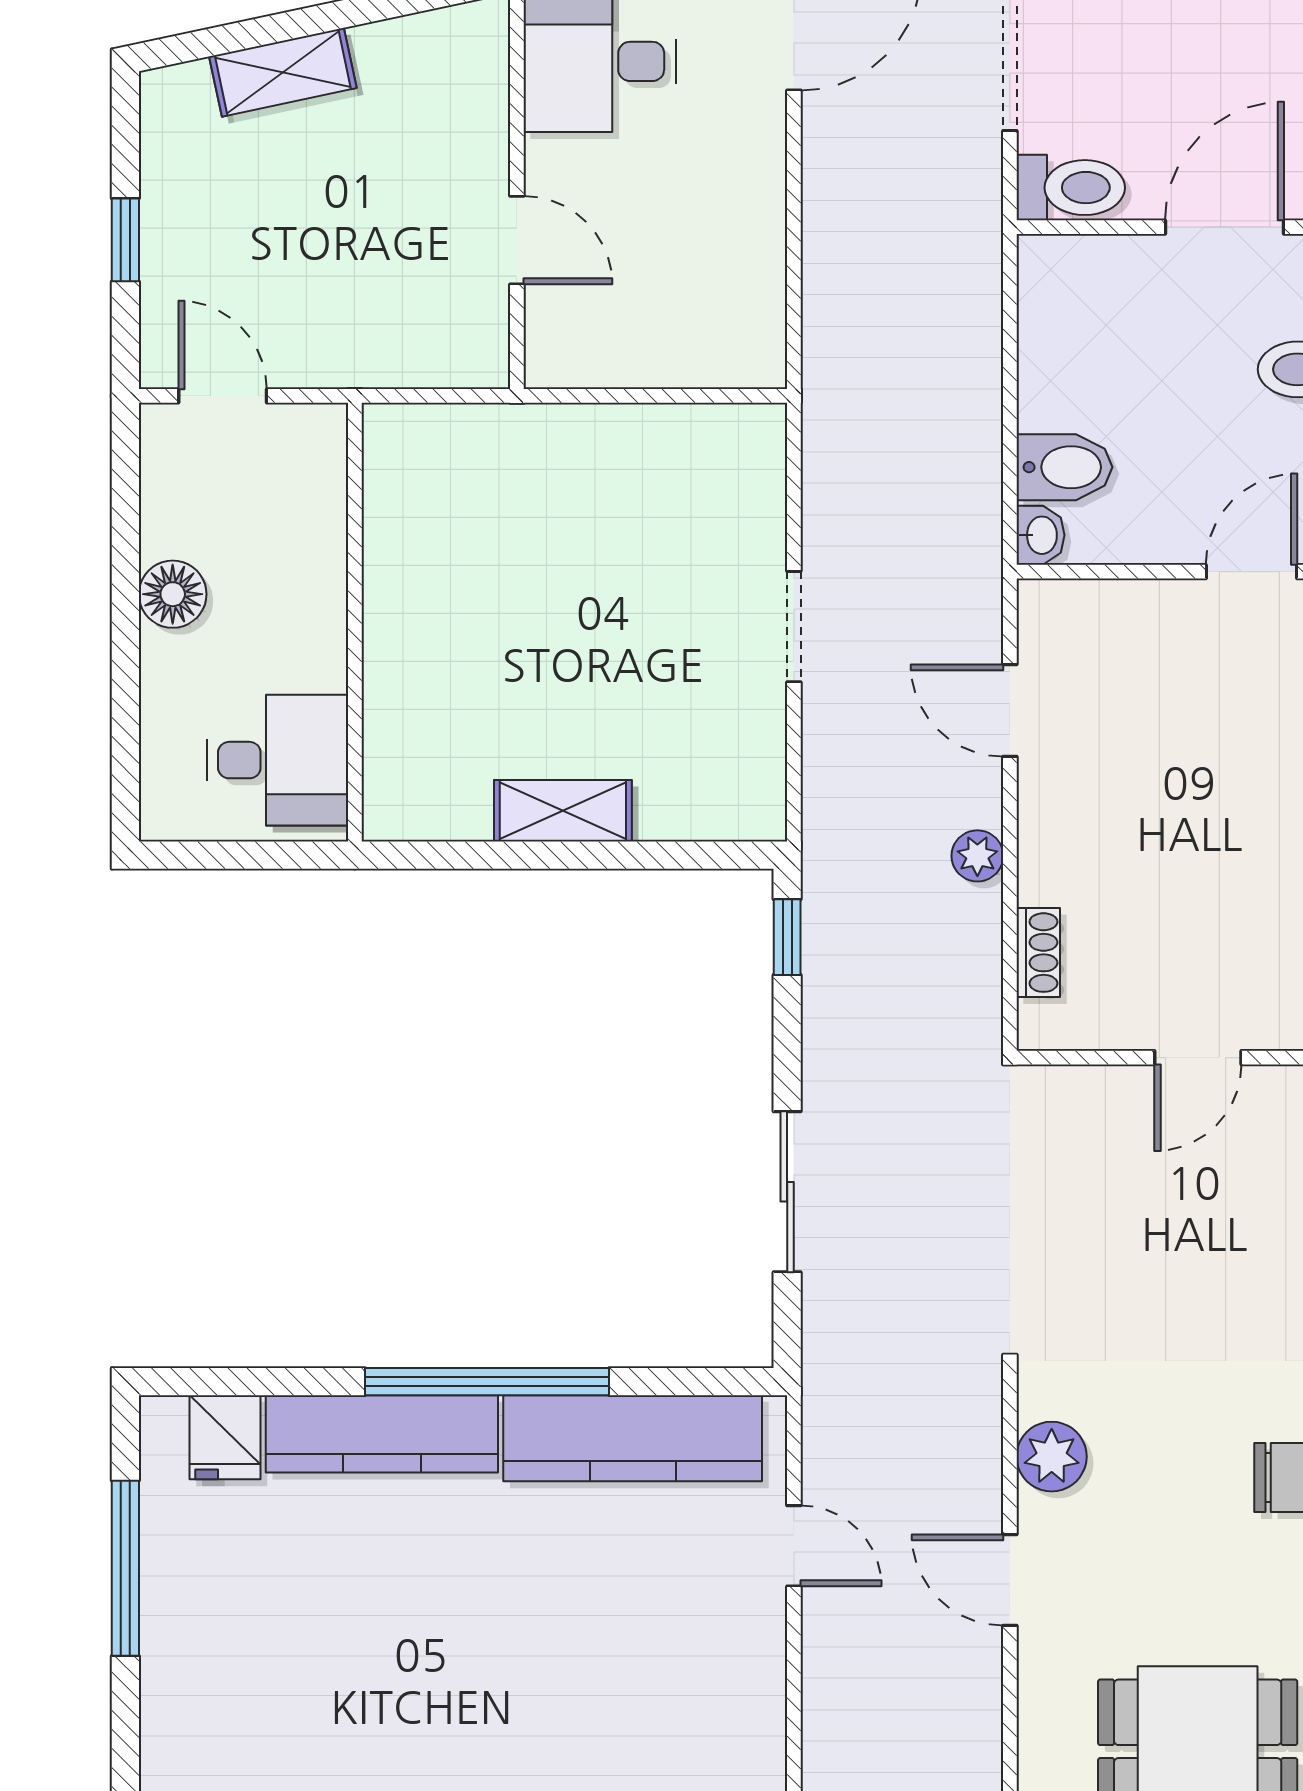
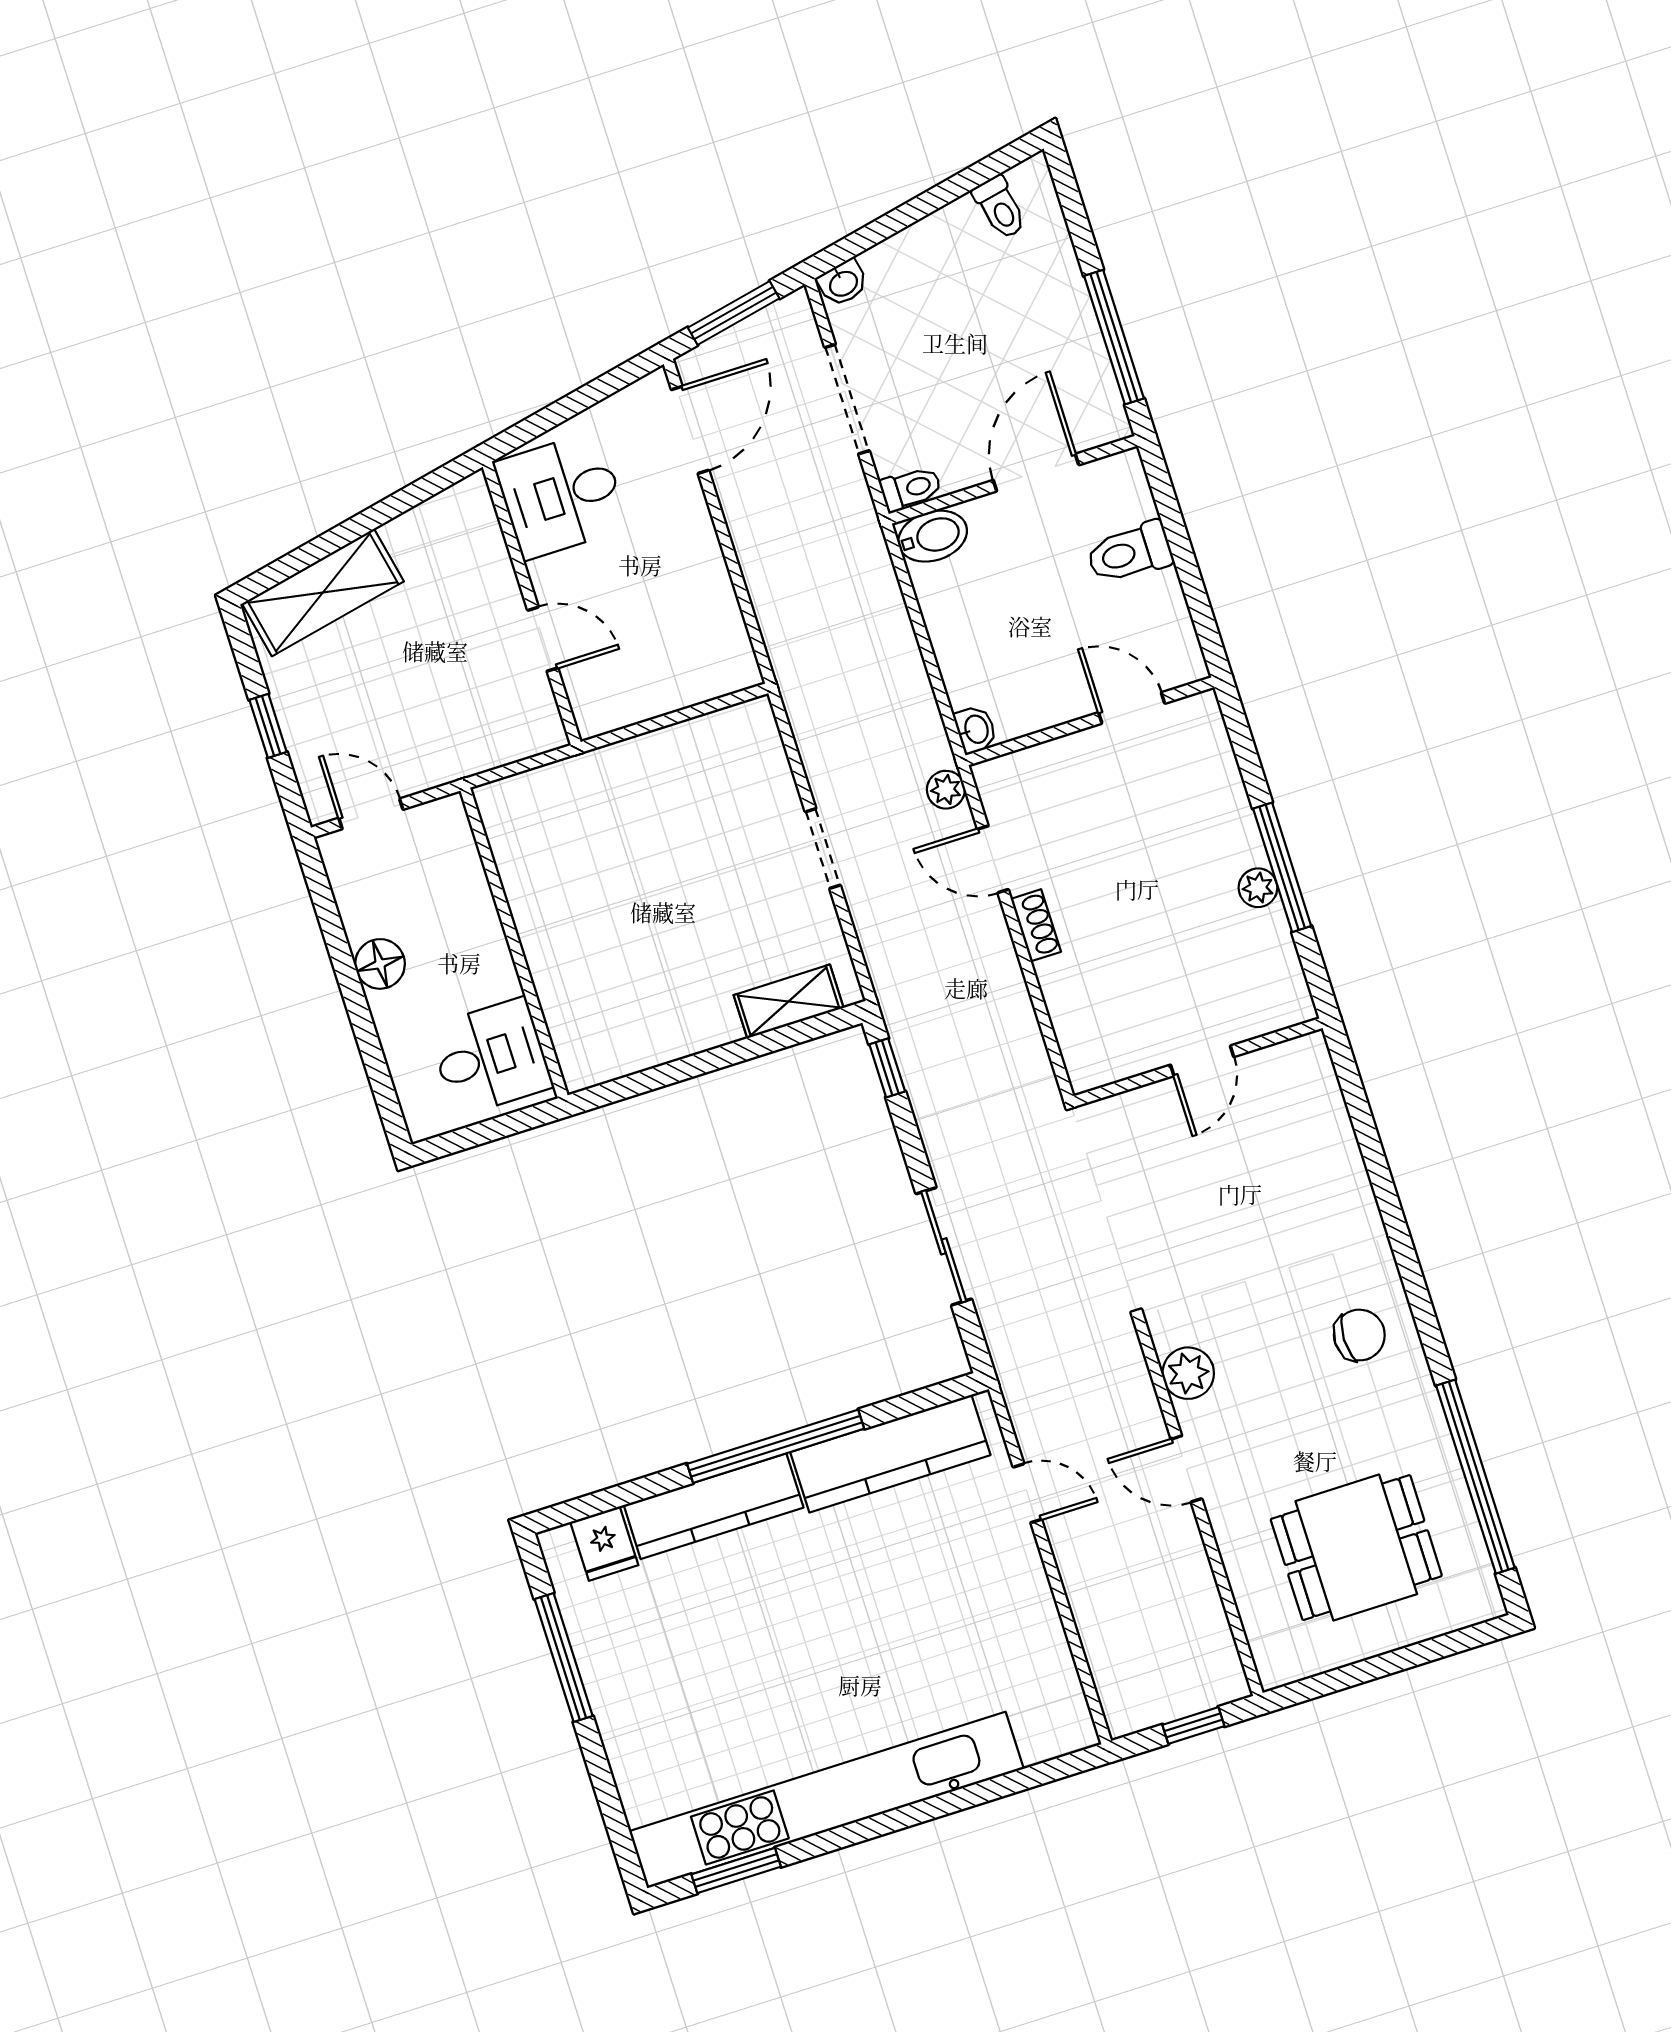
shelving: (283, 72) -> (323, 592), width x1.50, depth x1.33
toilet: (1071, 188) -> (911, 489), width x0.73, depth x0.72
bidet: (1064, 467) -> (933, 536), moved
door: (1252, 572) -> (1132, 708), hinge flipped
shelving: (563, 811) -> (789, 1001), moved
plant: (977, 856) -> (946, 790), moved
shoe rack: (1038, 953) -> (1036, 925), moved

